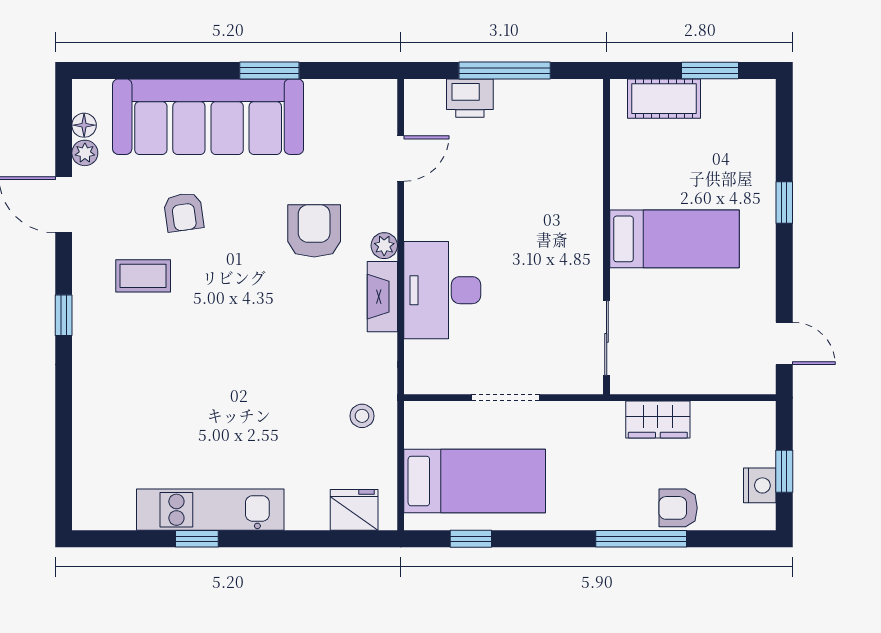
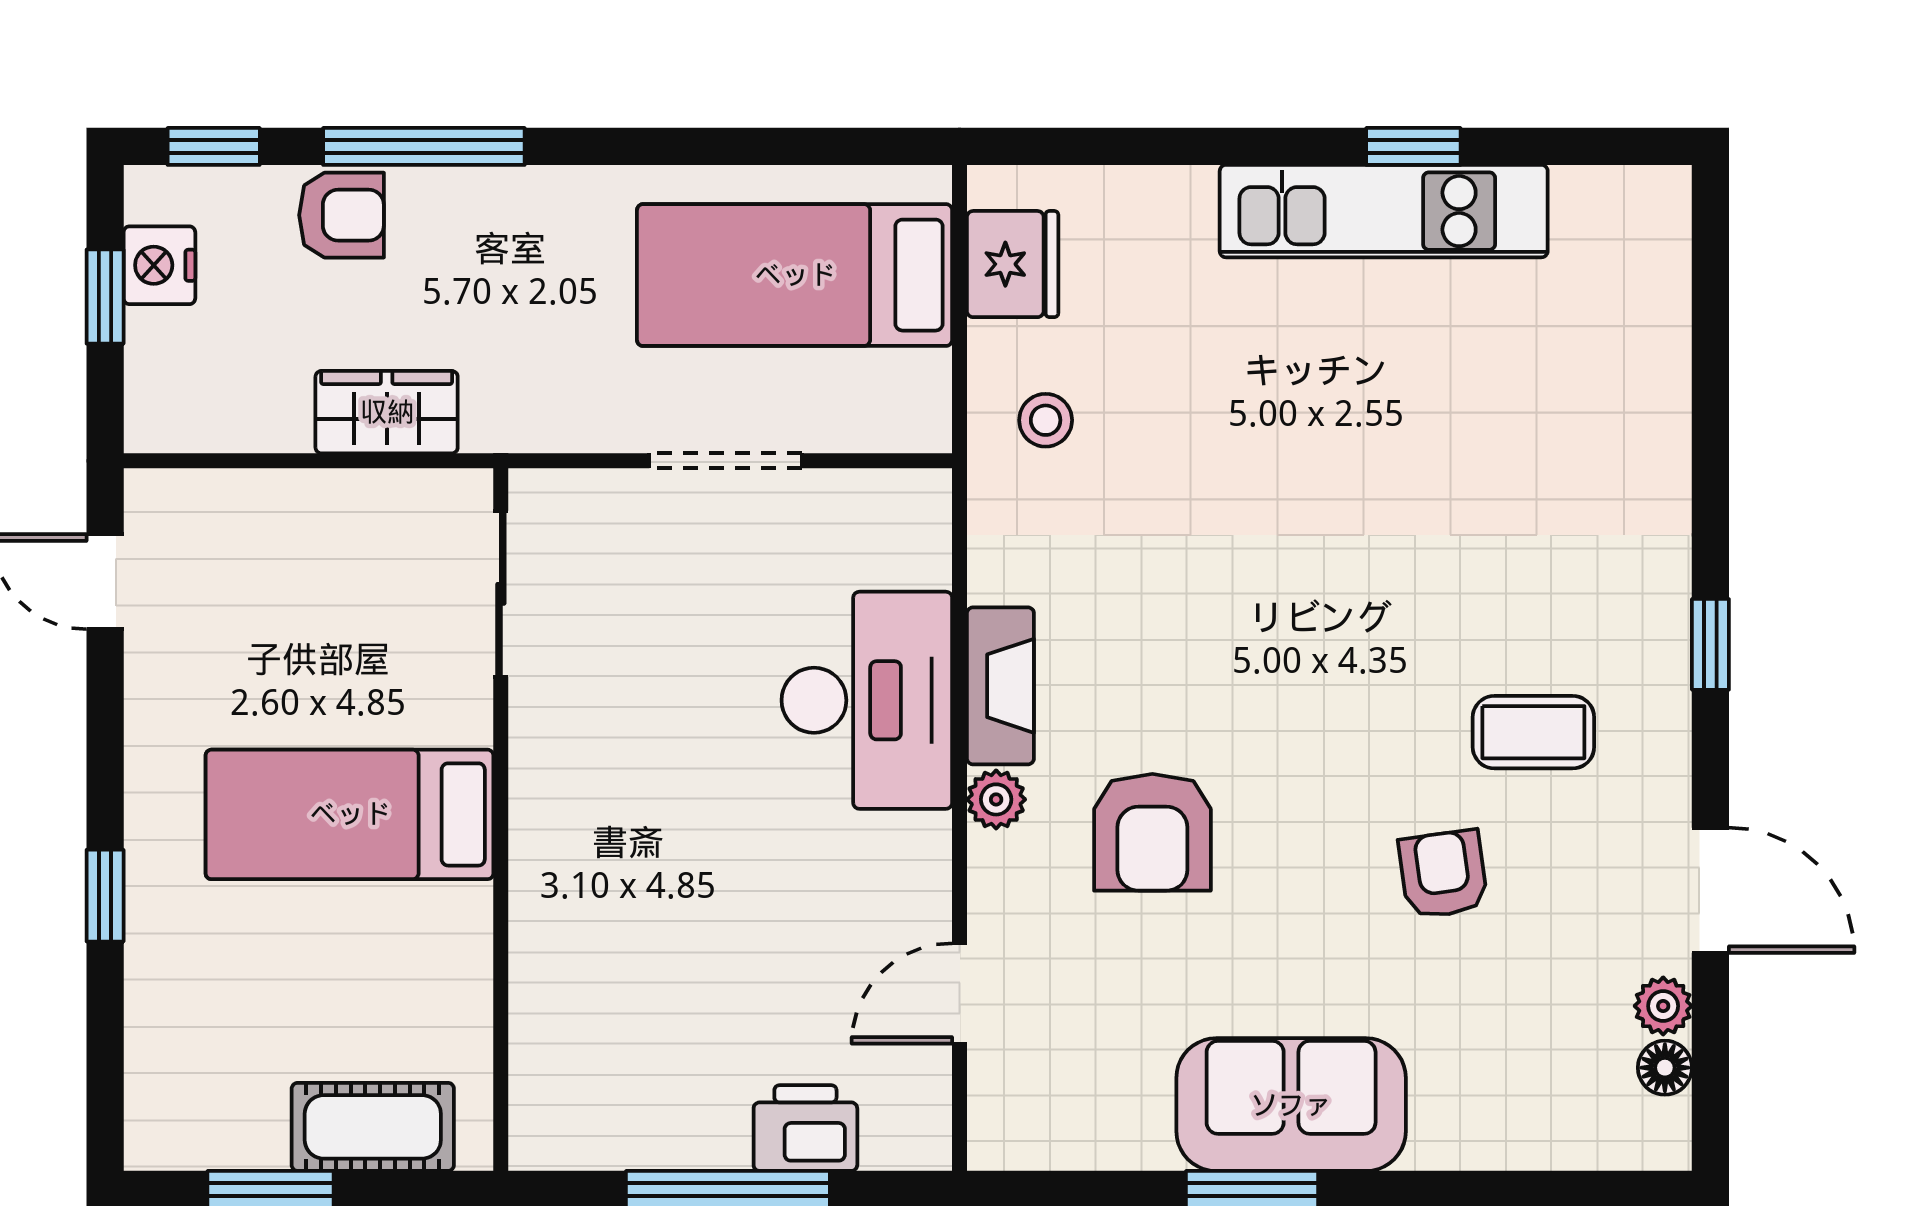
sofa: (208, 117) -> (1291, 1105), width x0.54, depth x0.79
fridge: (354, 510) -> (1013, 264), moved, turned -90
window: (471, 539) -> (214, 146), moved

